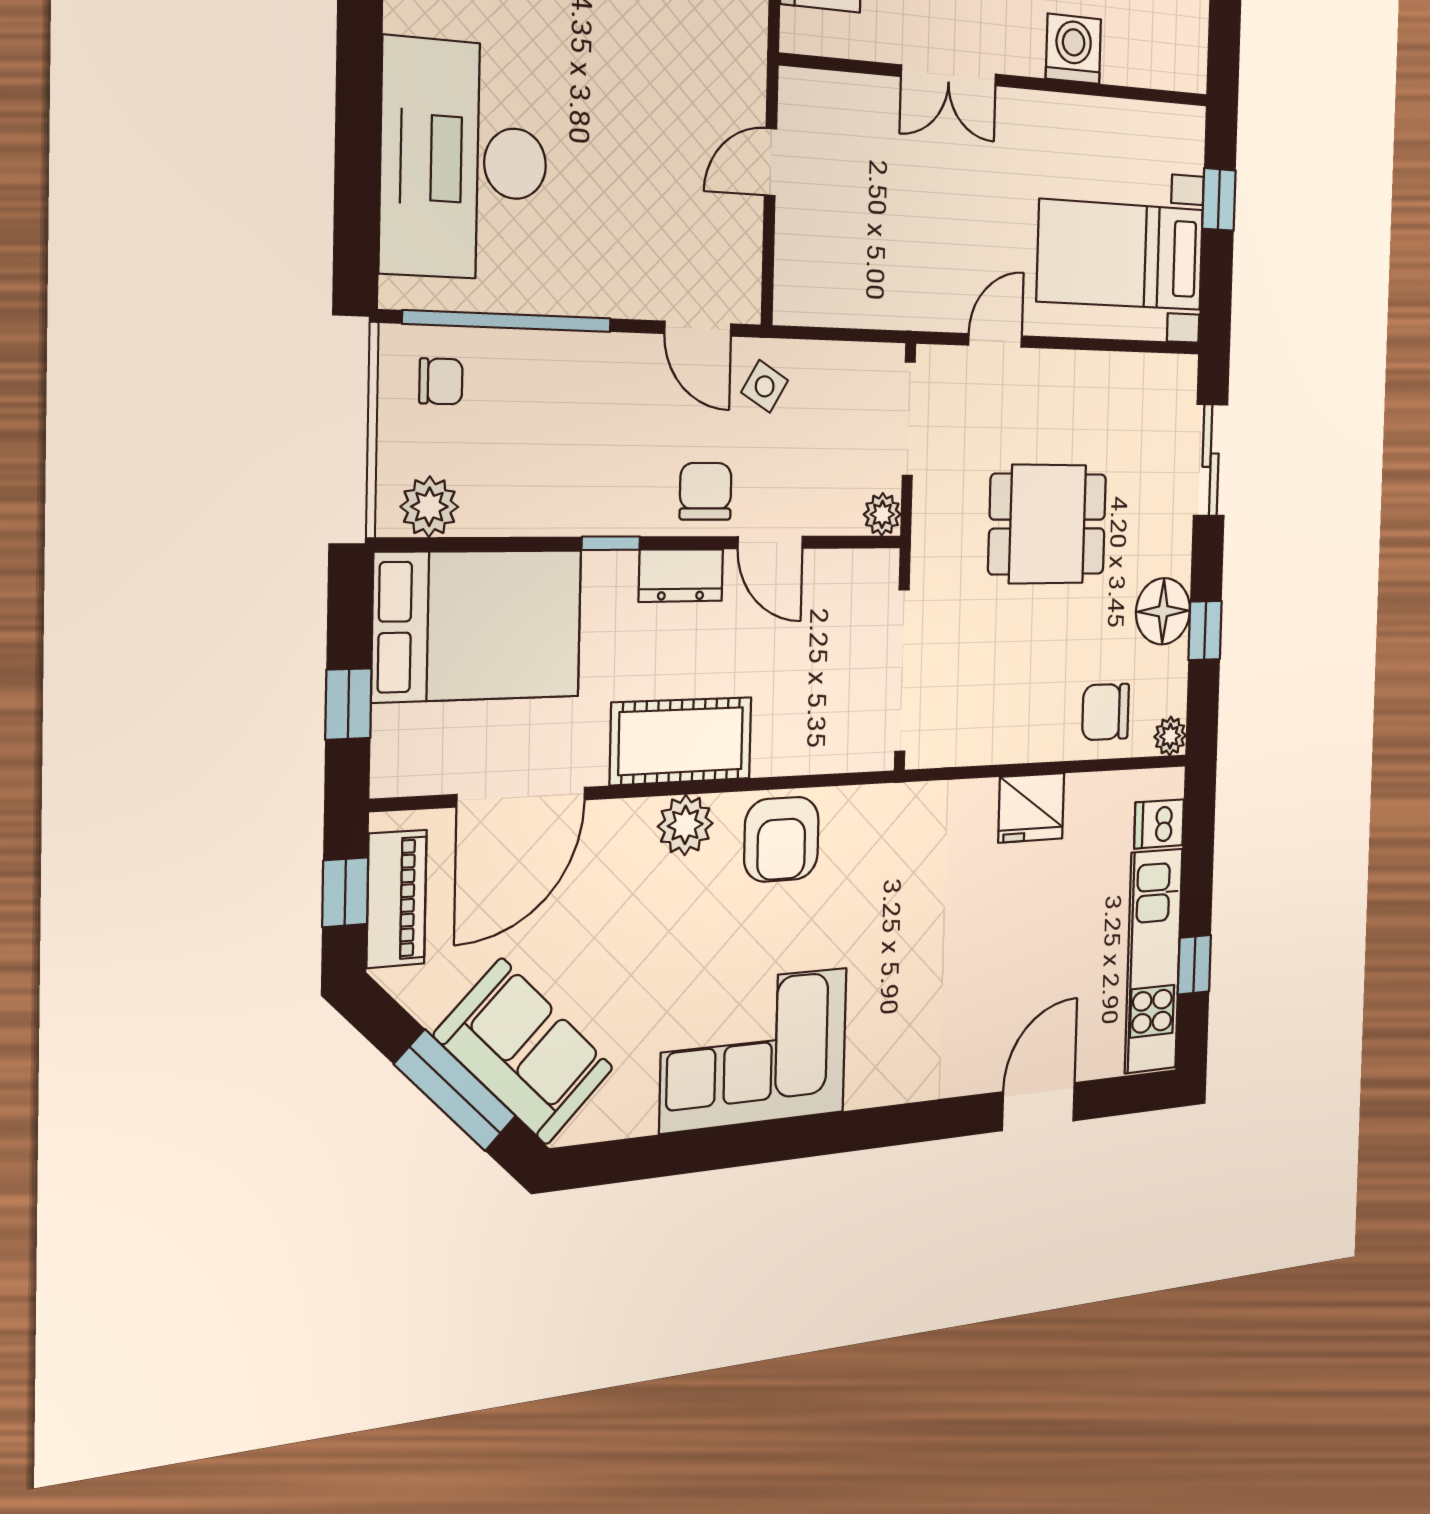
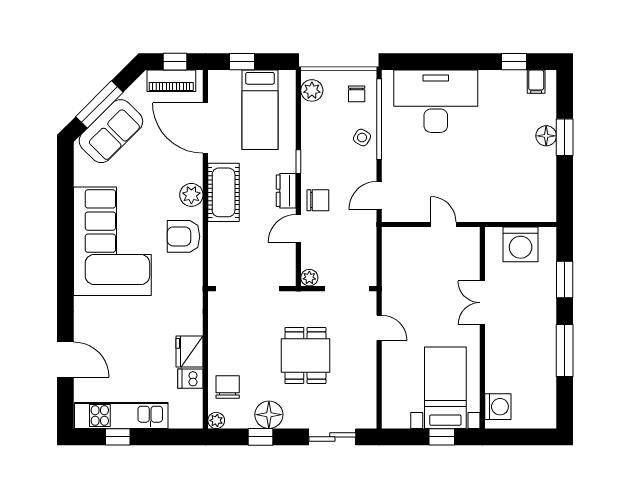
washing machine: (1073, 49) -> (498, 407), moved
bed with nightstands: (1121, 255) -> (445, 388), moved
side table: (765, 386) -> (362, 138), moved
bed: (478, 625) -> (260, 110), width x0.67
dishwasher: (1159, 824) -> (190, 379), moved, turned -90
corner sofa: (754, 1050) -> (112, 241), width x1.36, depth x1.36

